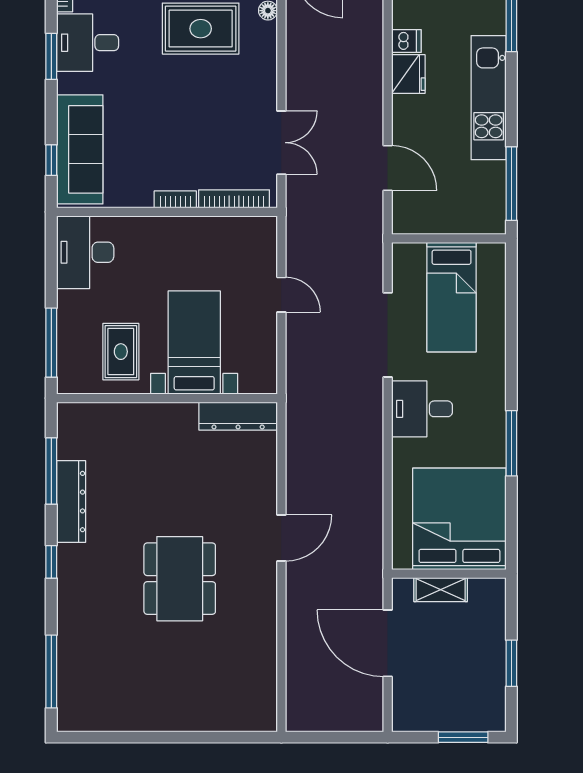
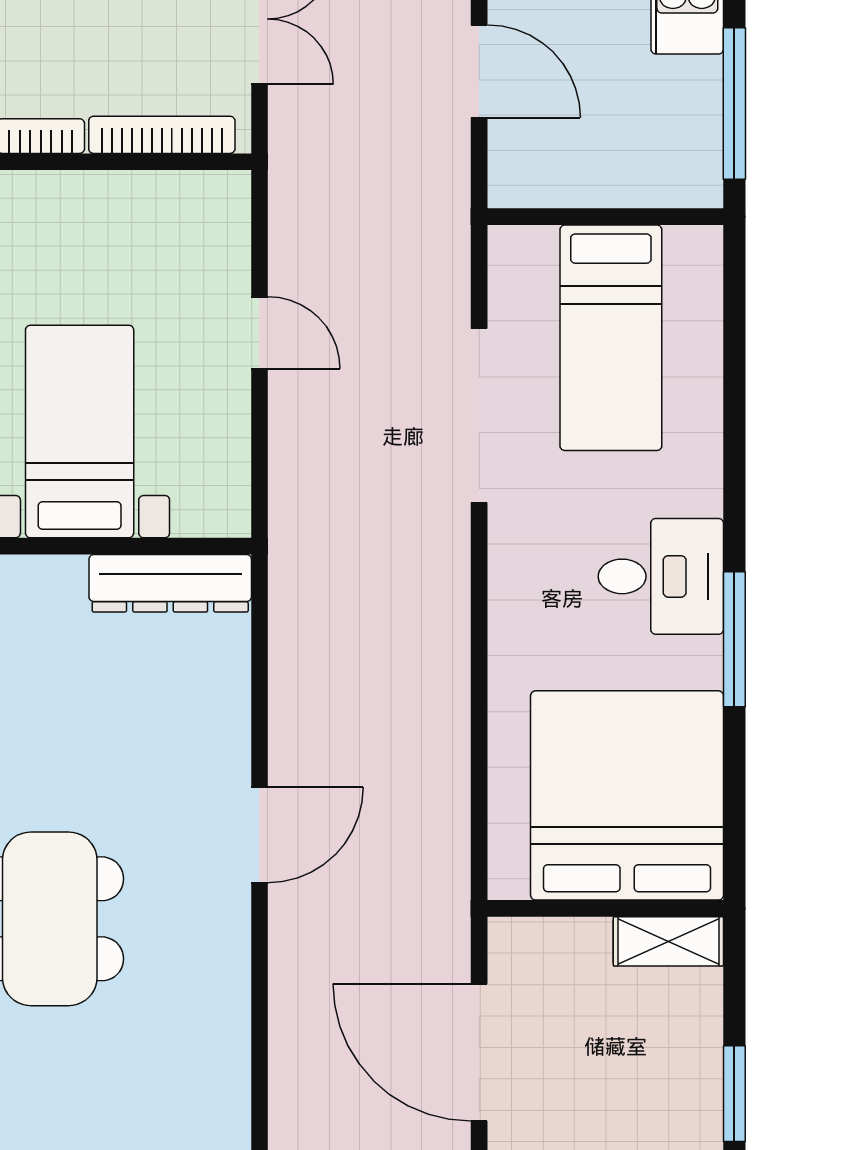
desk: (422, 409) -> (661, 576), moved, turned 180
shelving: (441, 590) -> (668, 941), moved

